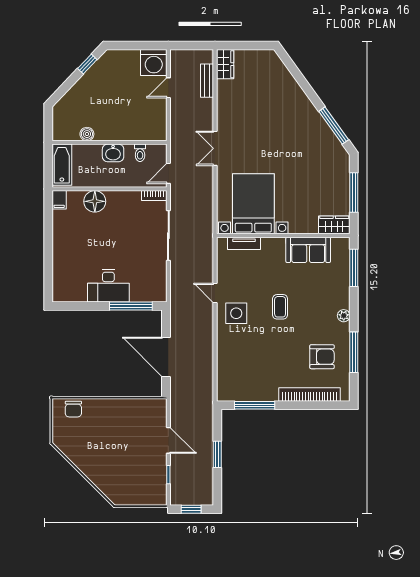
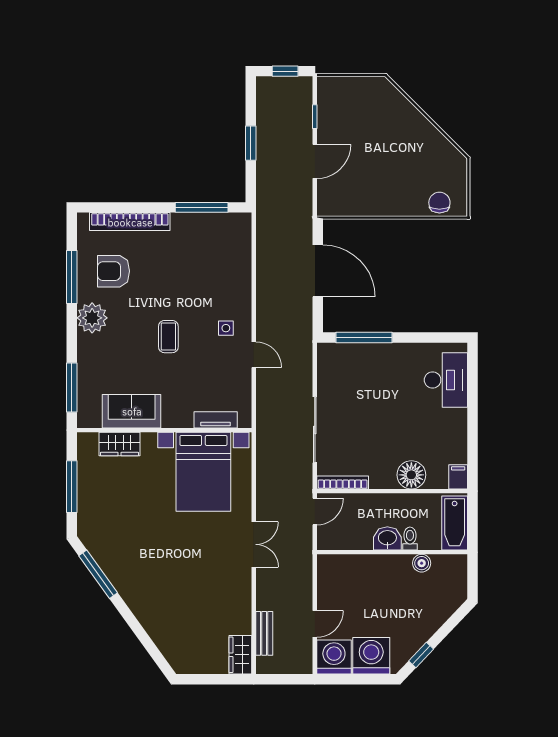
washing machine: (125, 63) -> (371, 656), added
toilet: (140, 153) -> (410, 539), moved
bookcase: (154, 196) -> (343, 483), width x1.56
wardrobe: (334, 225) -> (119, 444), moved
desk: (108, 286) -> (446, 380), moved, turned 90
side table: (236, 313) -> (226, 328), width x0.54, depth x0.54
plant: (344, 316) -> (92, 318), width x1.87, depth x1.87
door: (168, 440) -> (315, 161), swing flipped

